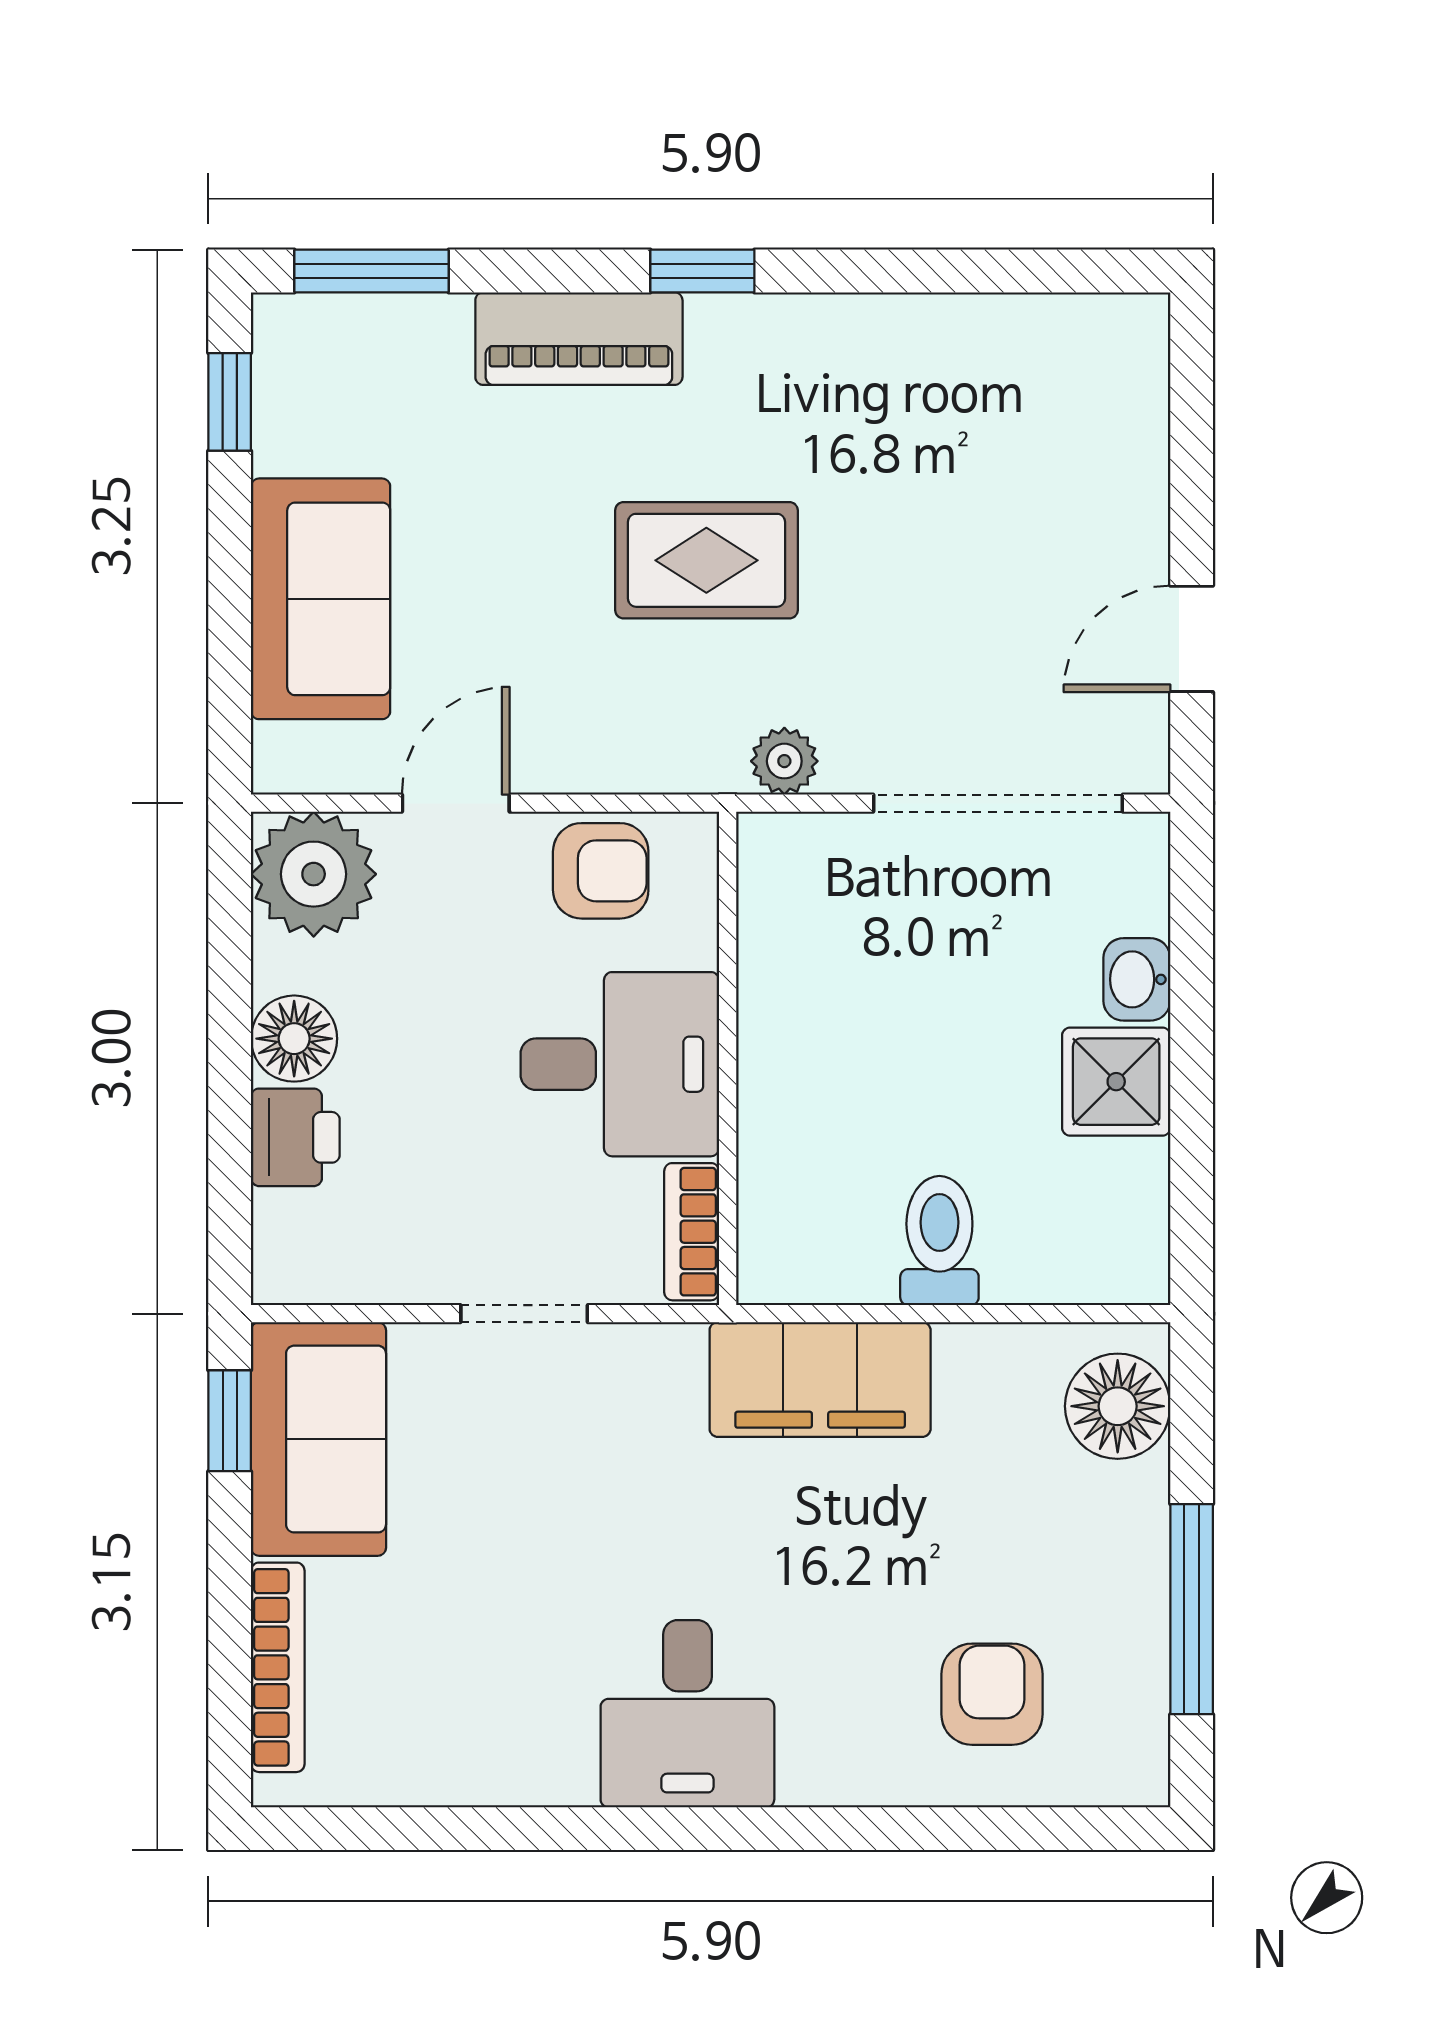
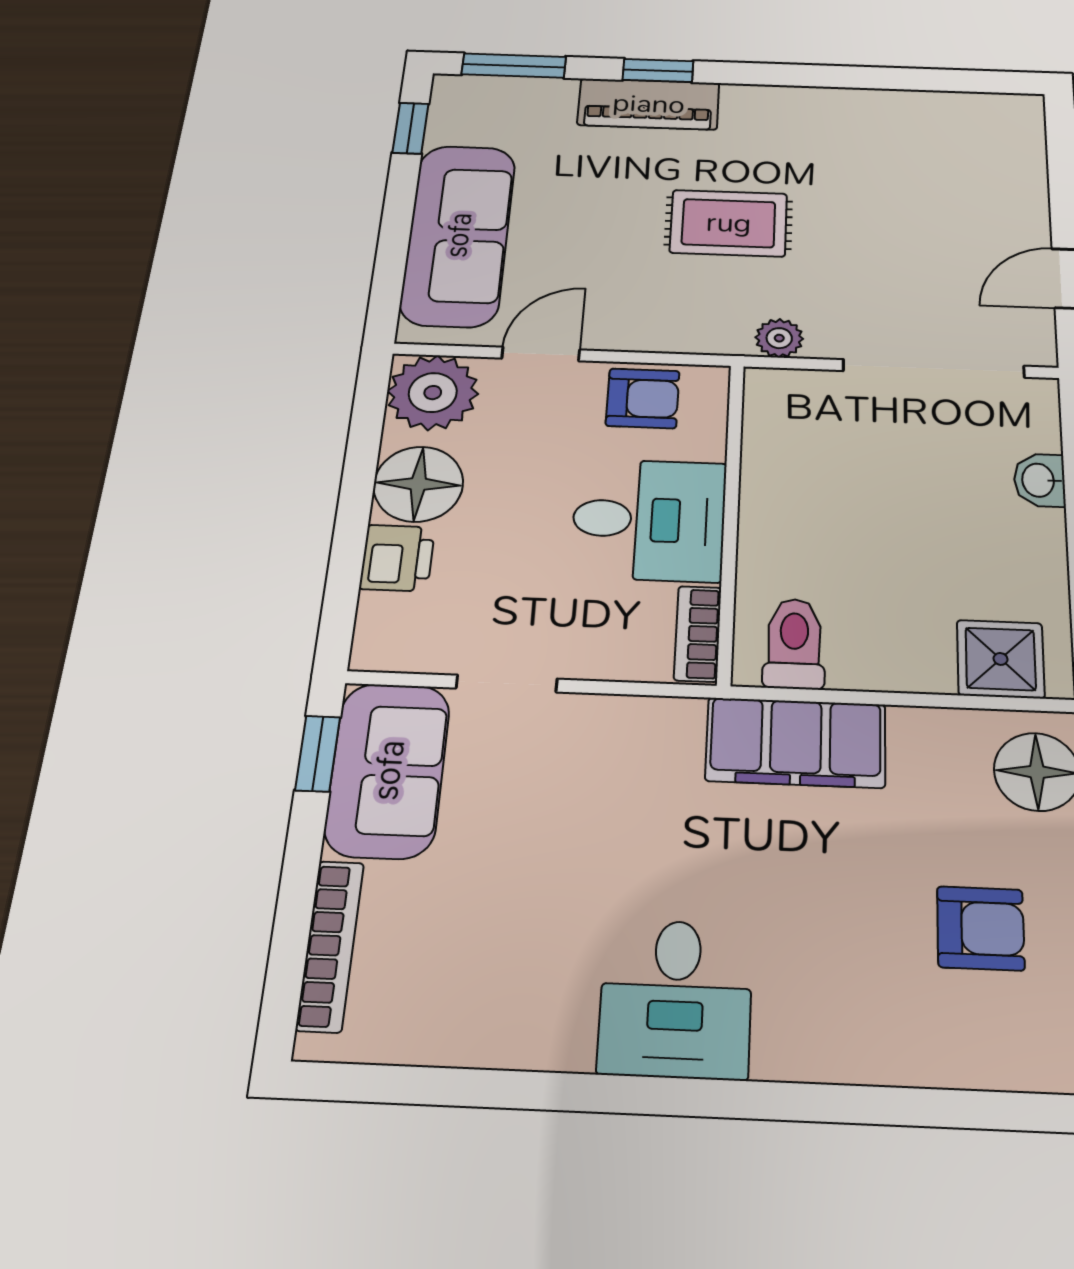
window: (702, 271) -> (658, 70), moved
sofa: (321, 599) -> (458, 235), width x1.36
floor lamp: (294, 1039) -> (418, 484), width x1.38, depth x1.38
shower: (1116, 1082) -> (1001, 659), moved
toilet: (939, 1241) -> (794, 644), moved
doorway: (524, 1314) -> (507, 684), moved
armchair: (992, 1694) -> (981, 928), moved, turned 90

